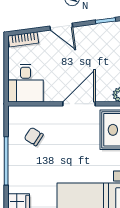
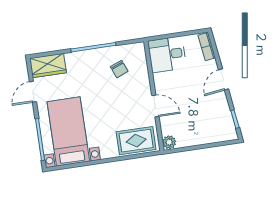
door: (79, 104) -> (155, 106), width x0.73
chair: (34, 137) -> (119, 69), turned 126

